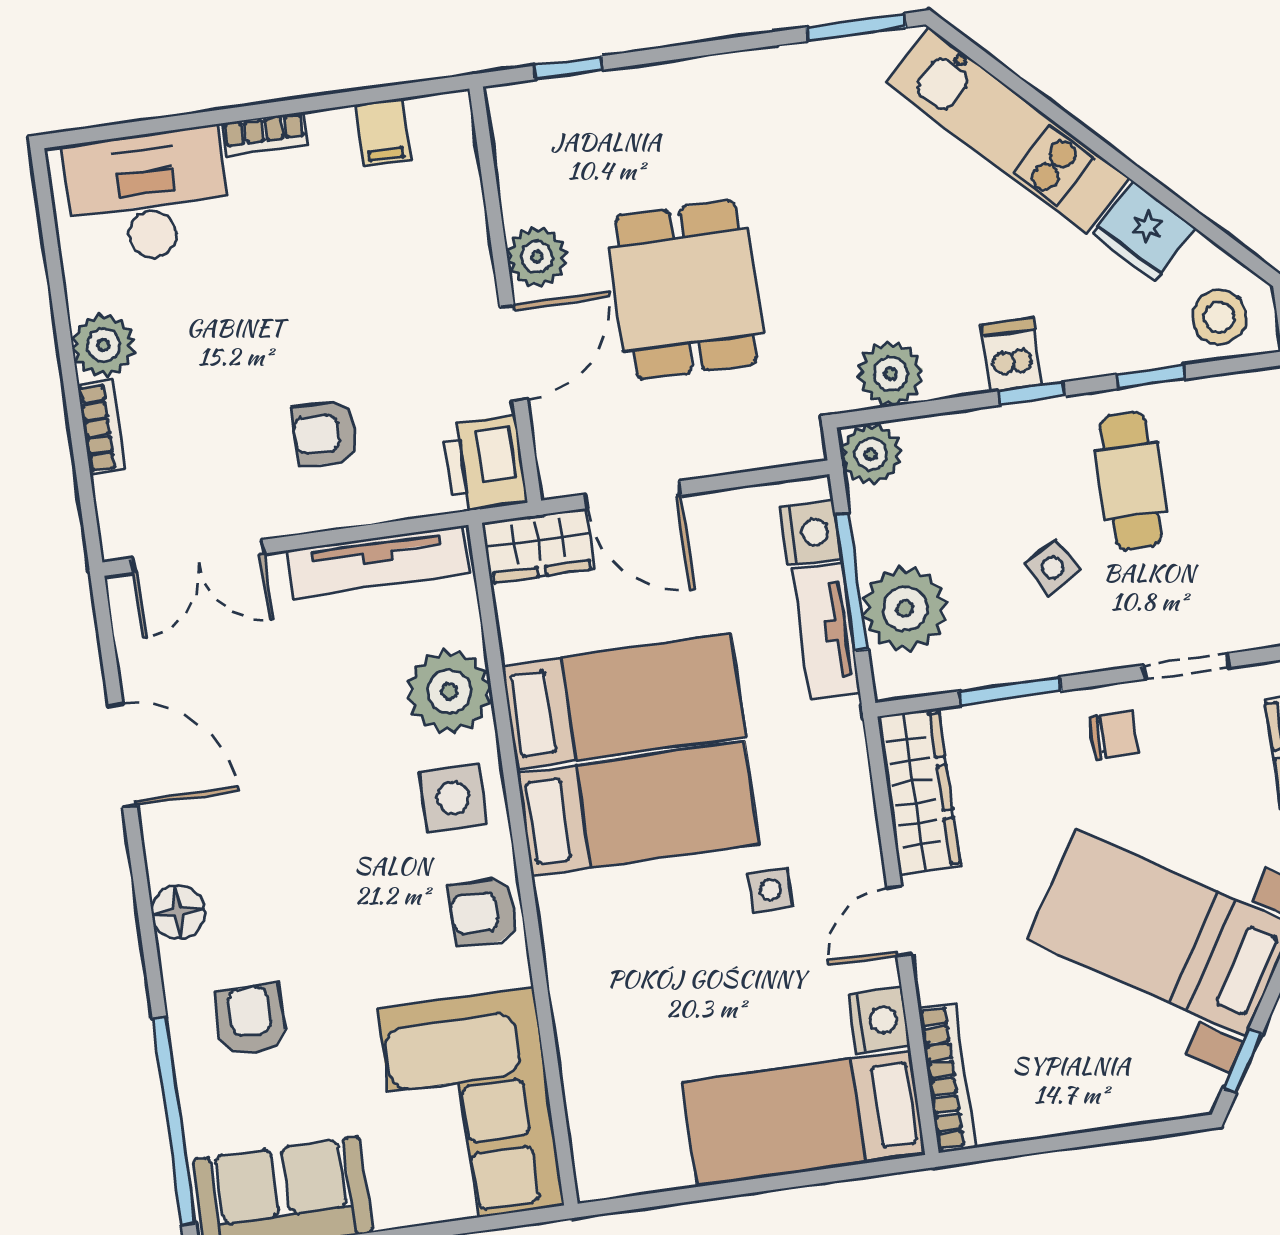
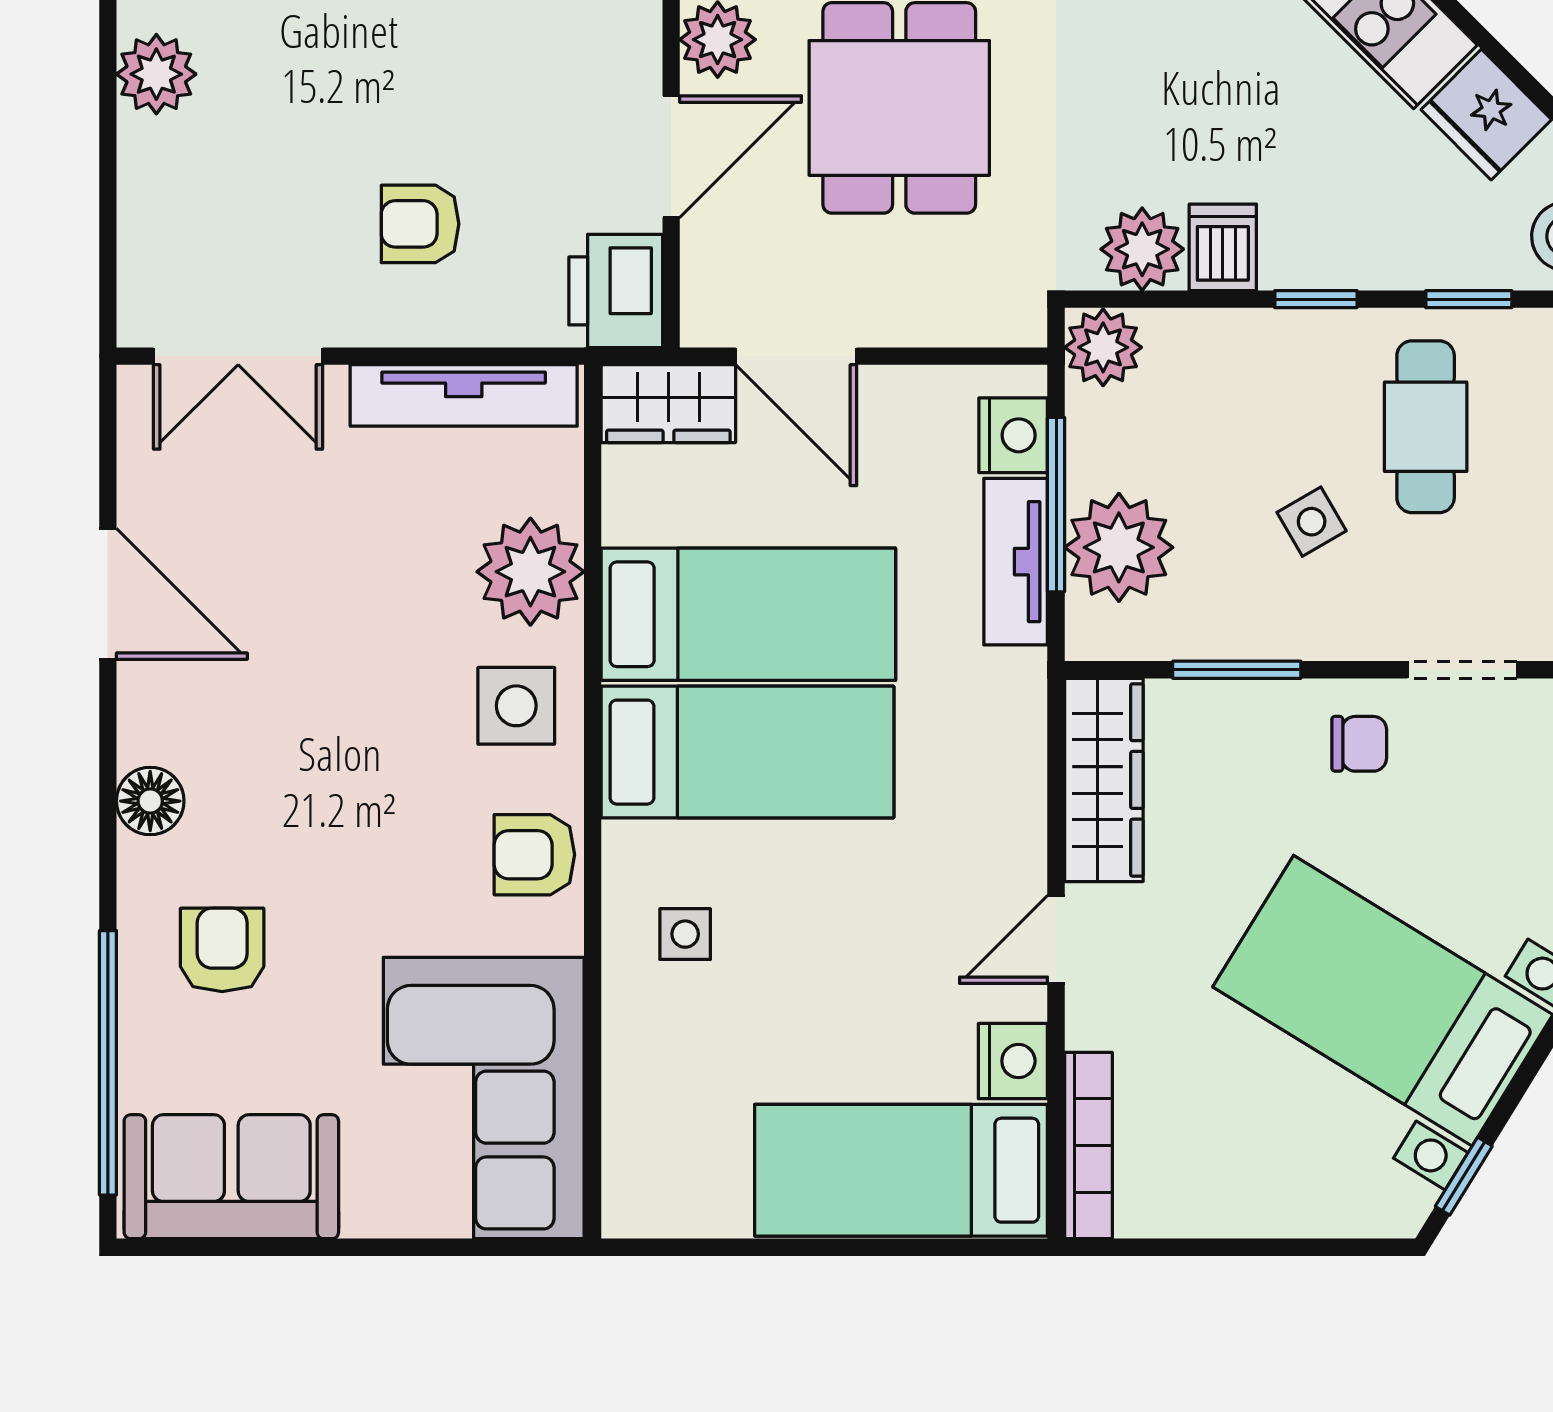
dishwasher: (1012, 355) -> (1223, 247), moved
bookcase: (102, 427) -> (140, 177), removed
side table: (770, 890) -> (685, 934), moved

